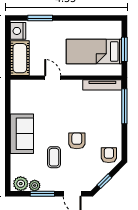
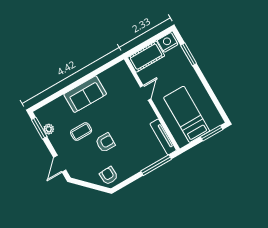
window: (124, 49) -> (212, 133), moved
armchair: (109, 155) -> (109, 176), turned -93
window: (104, 181) -> (85, 184), removed
plant: (21, 184) -> (44, 117), removed
window: (42, 194) -> (39, 128), moved

